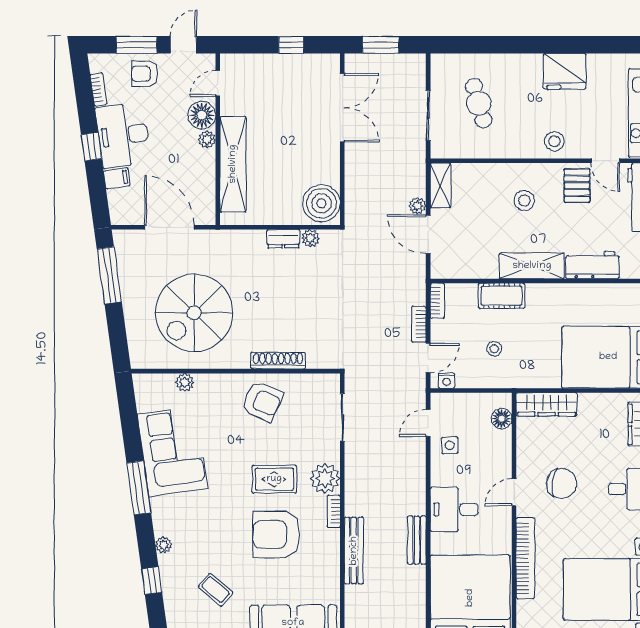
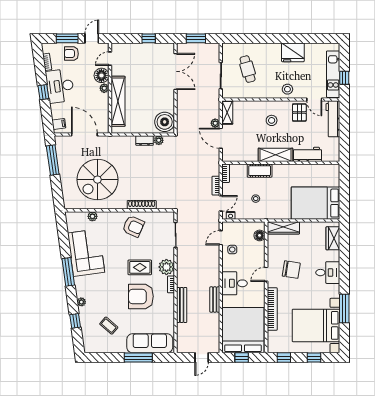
filing cabinet: (117, 178) -> (59, 124), moved

